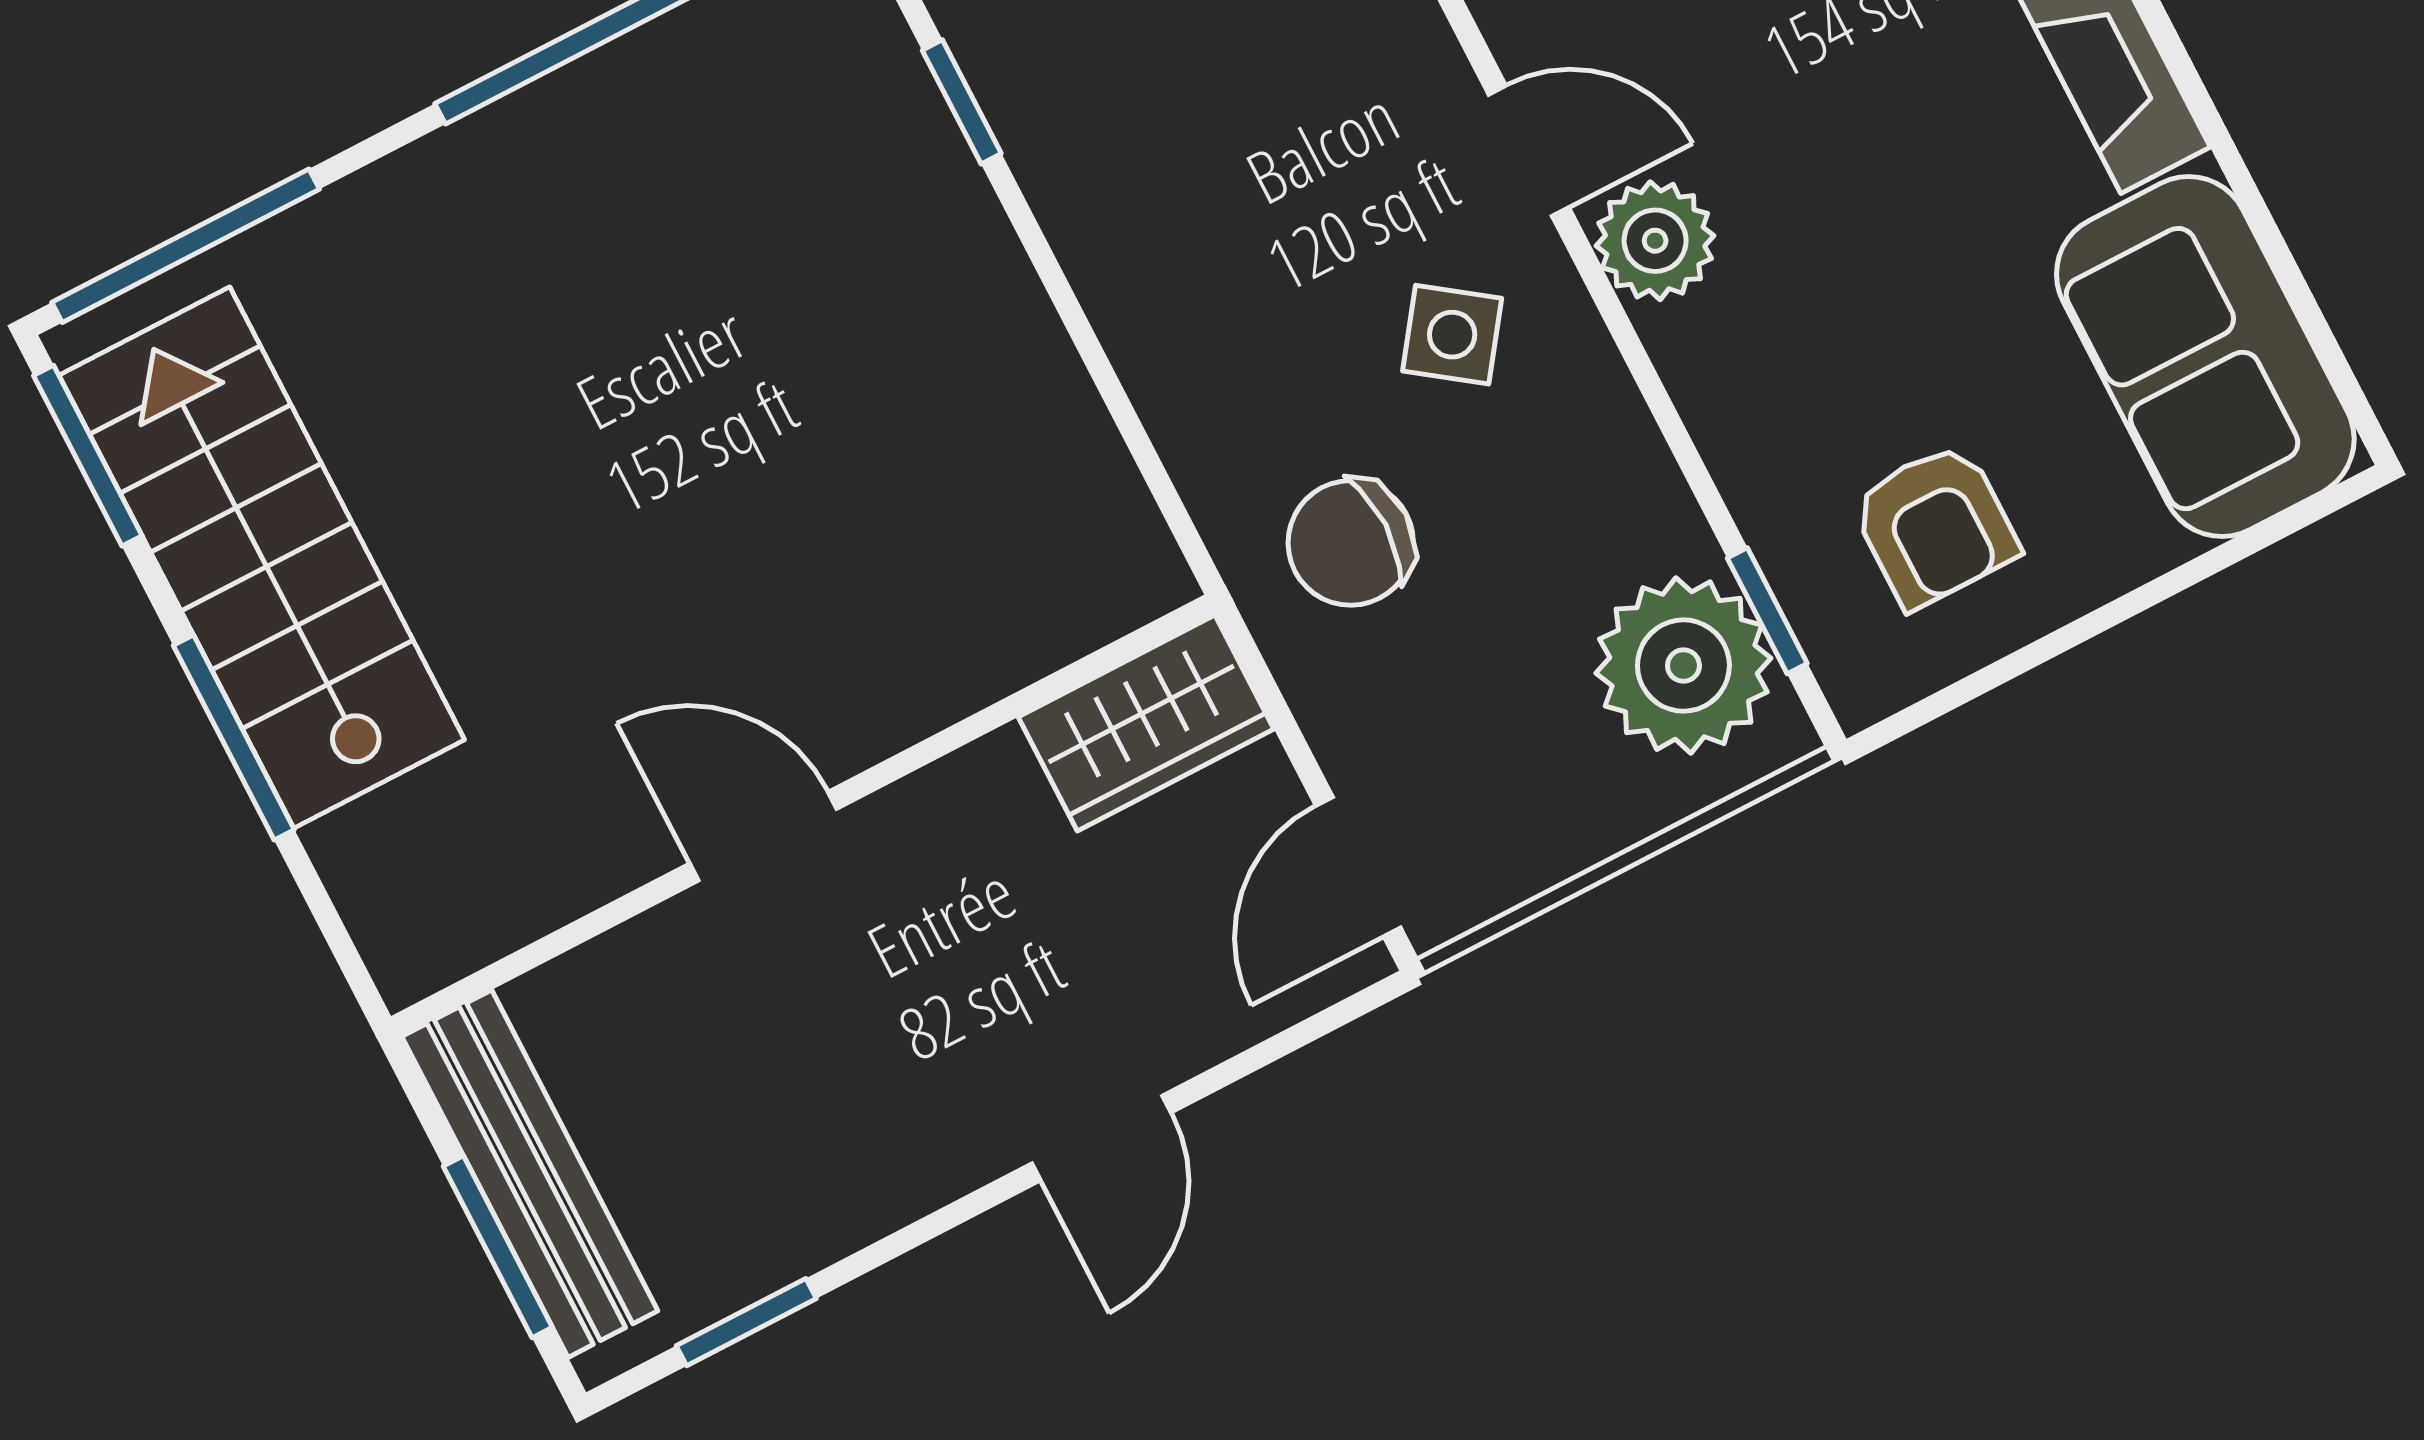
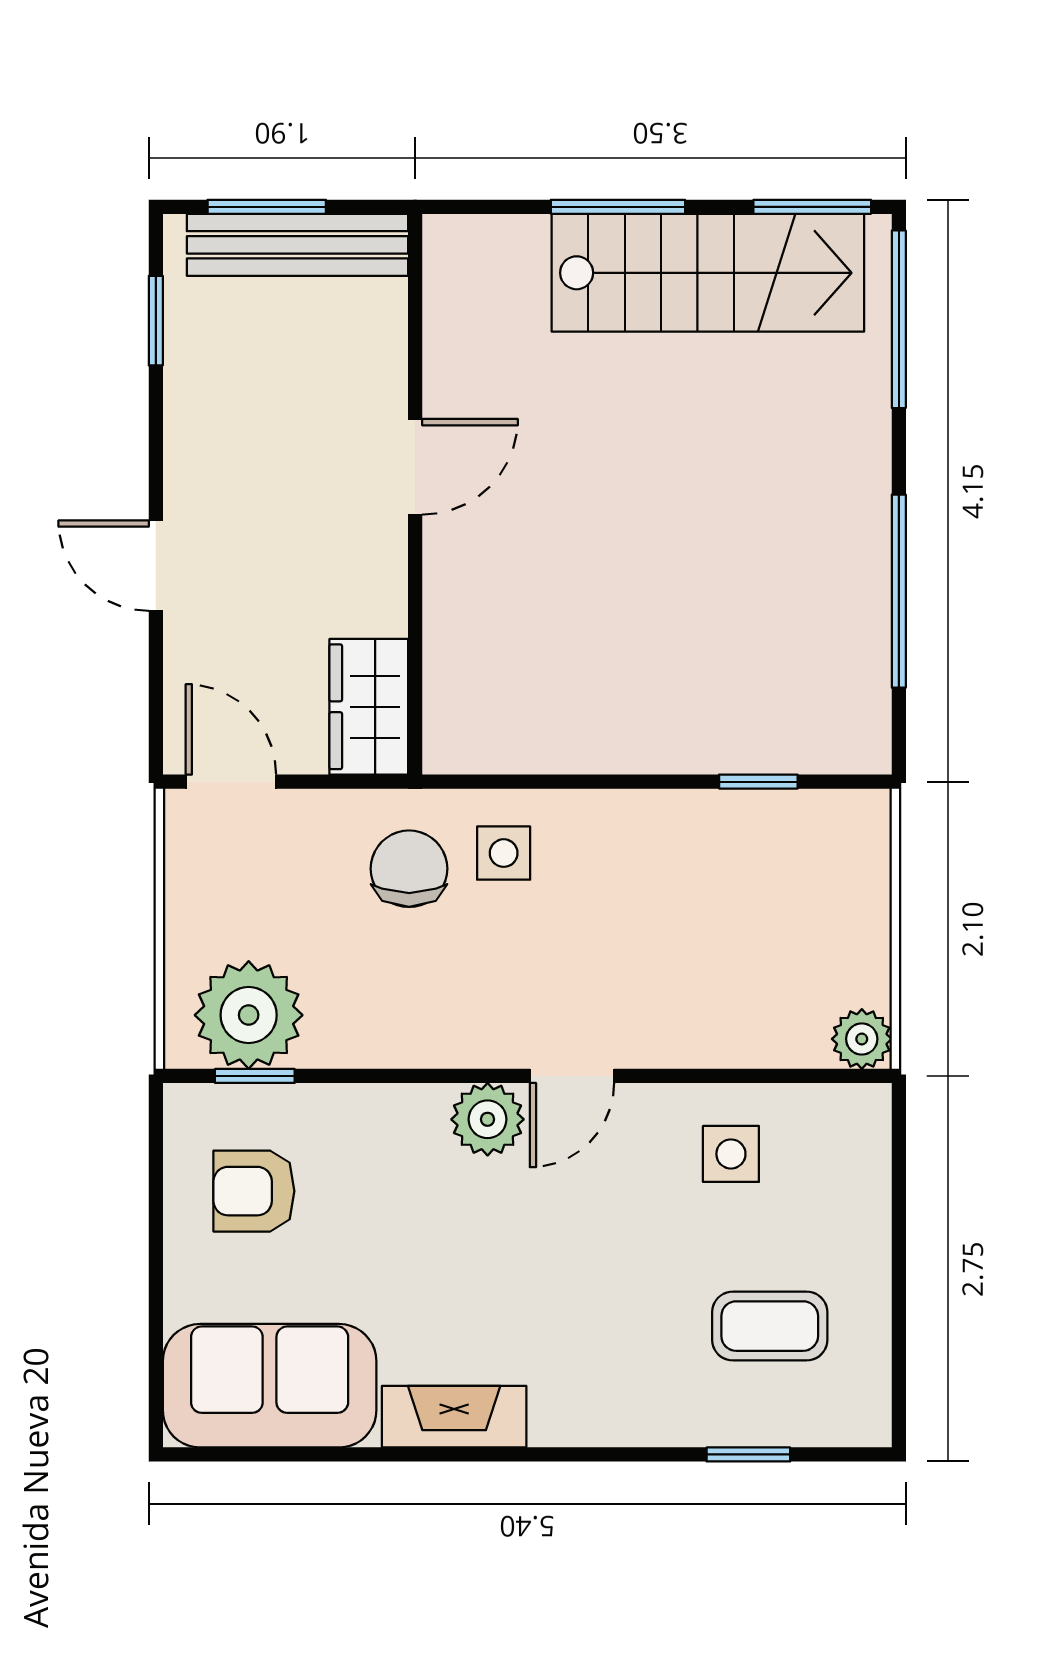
side table: (1452, 335) -> (504, 853), moved, turned -36

